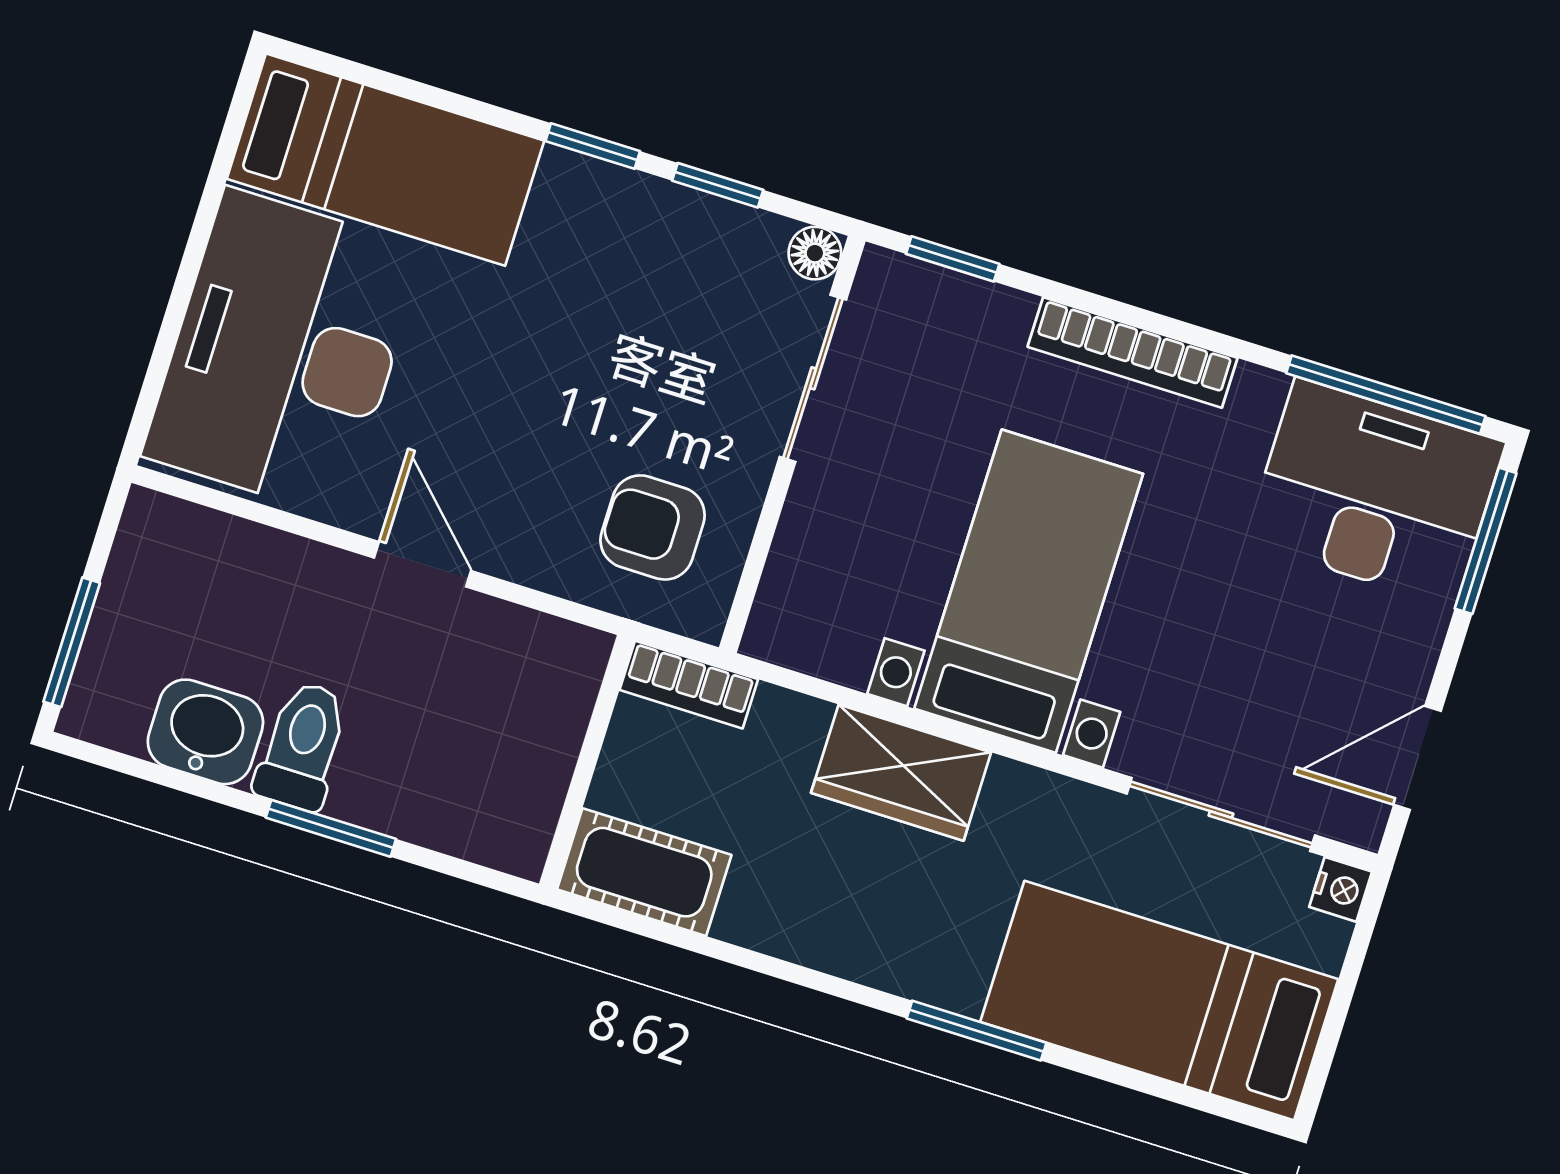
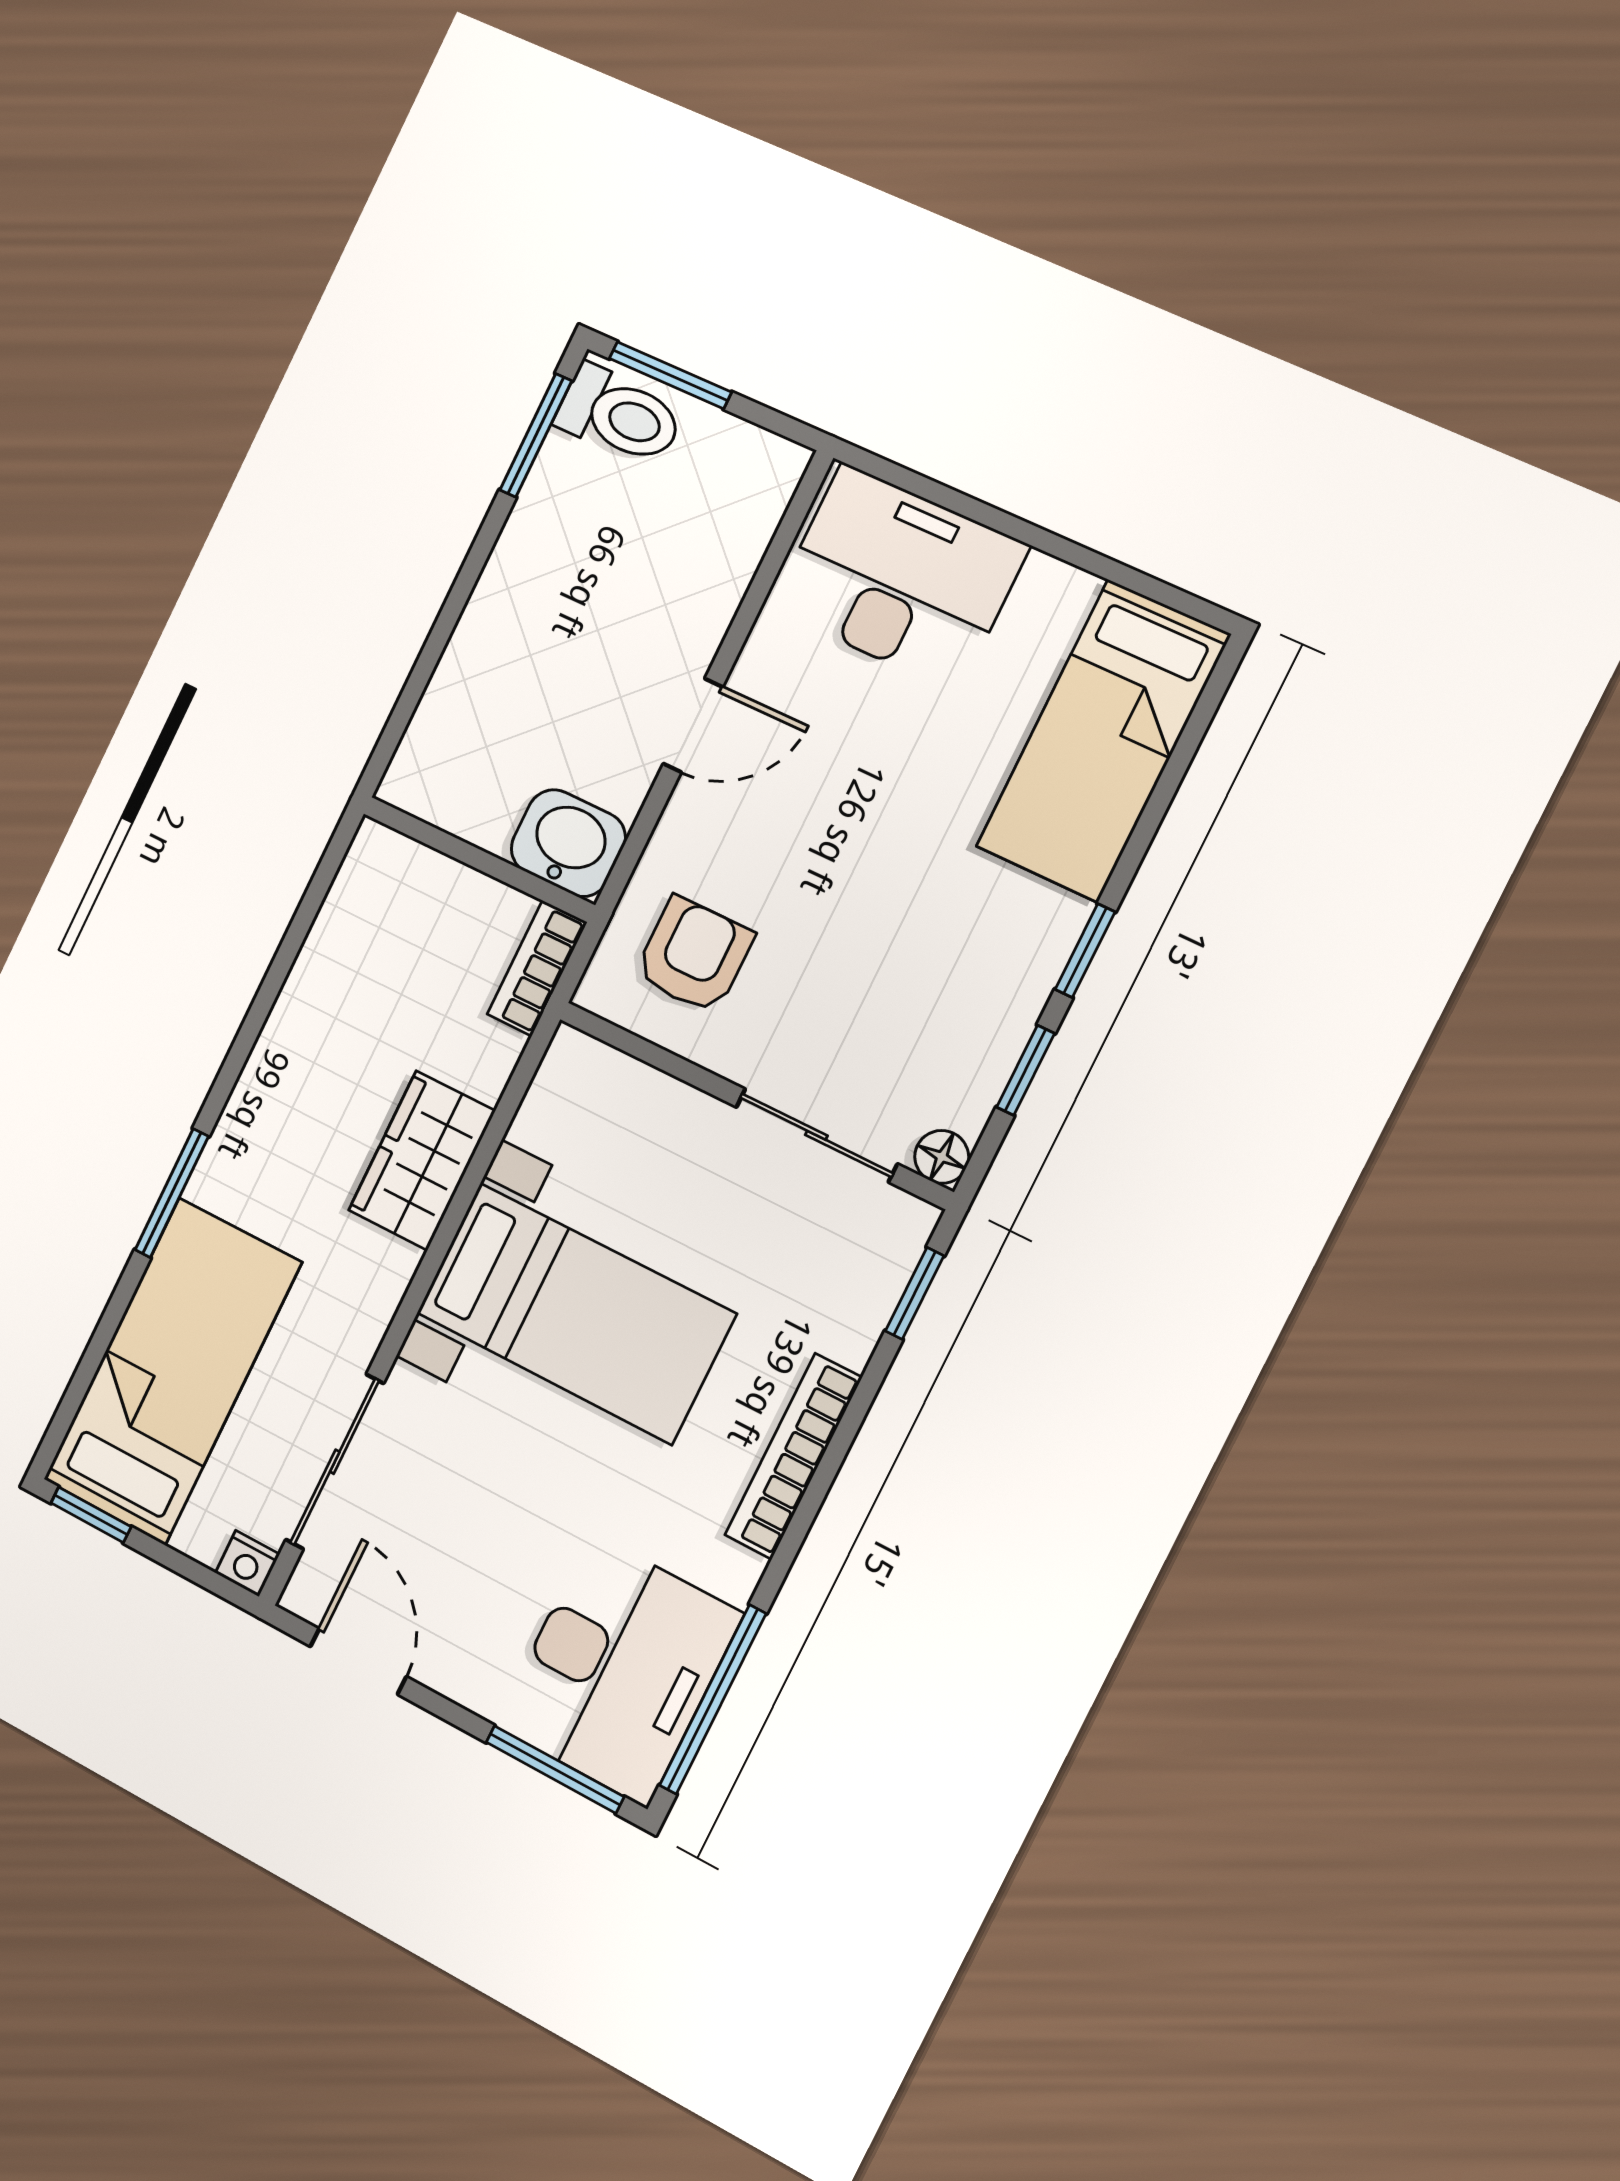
desk: (284, 352) -> (900, 578), width x0.73, depth x0.77
washbasin: (205, 732) -> (568, 843), moved, turned -90
toilet: (302, 746) -> (620, 415), moved
window: (331, 828) -> (536, 436), moved
cot: (644, 872) -> (367, 899), removed
window: (1322, 1064) -> (91, 1515), added

